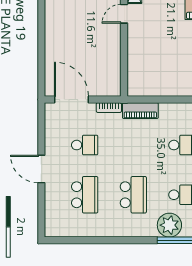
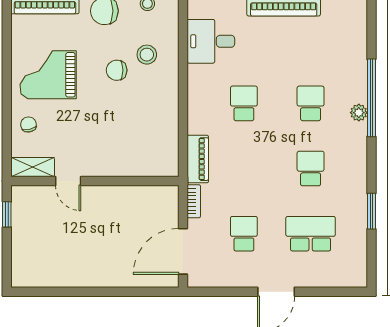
school desk: (133, 195) -> (311, 169), width x0.54
plant: (169, 225) -> (359, 113), width x0.53, depth x0.53
window: (101, 240) -> (371, 211), added

